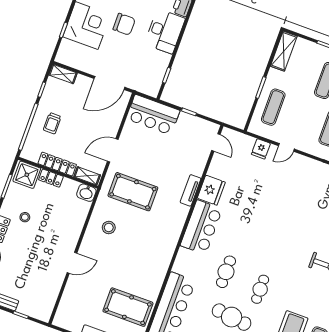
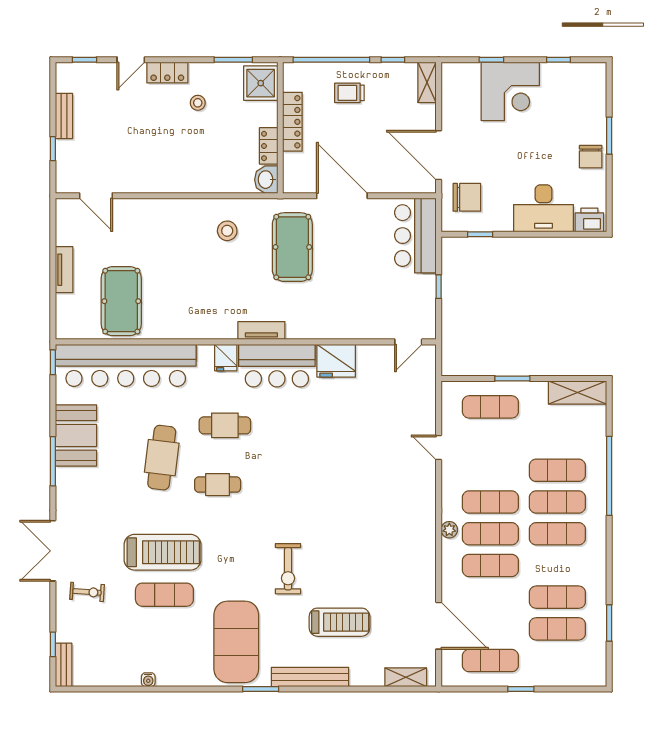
chair: (124, 24) -> (467, 197), moved, turned -90
fridge: (261, 149) -> (226, 358), moved, turned -90
door: (113, 150) -> (342, 196), width x1.36
shelving: (87, 176) -> (291, 172), removed
locker: (51, 178) -> (269, 146), moved
tv unit: (191, 190) -> (261, 330), moved
door: (72, 263) -> (96, 196), moved

